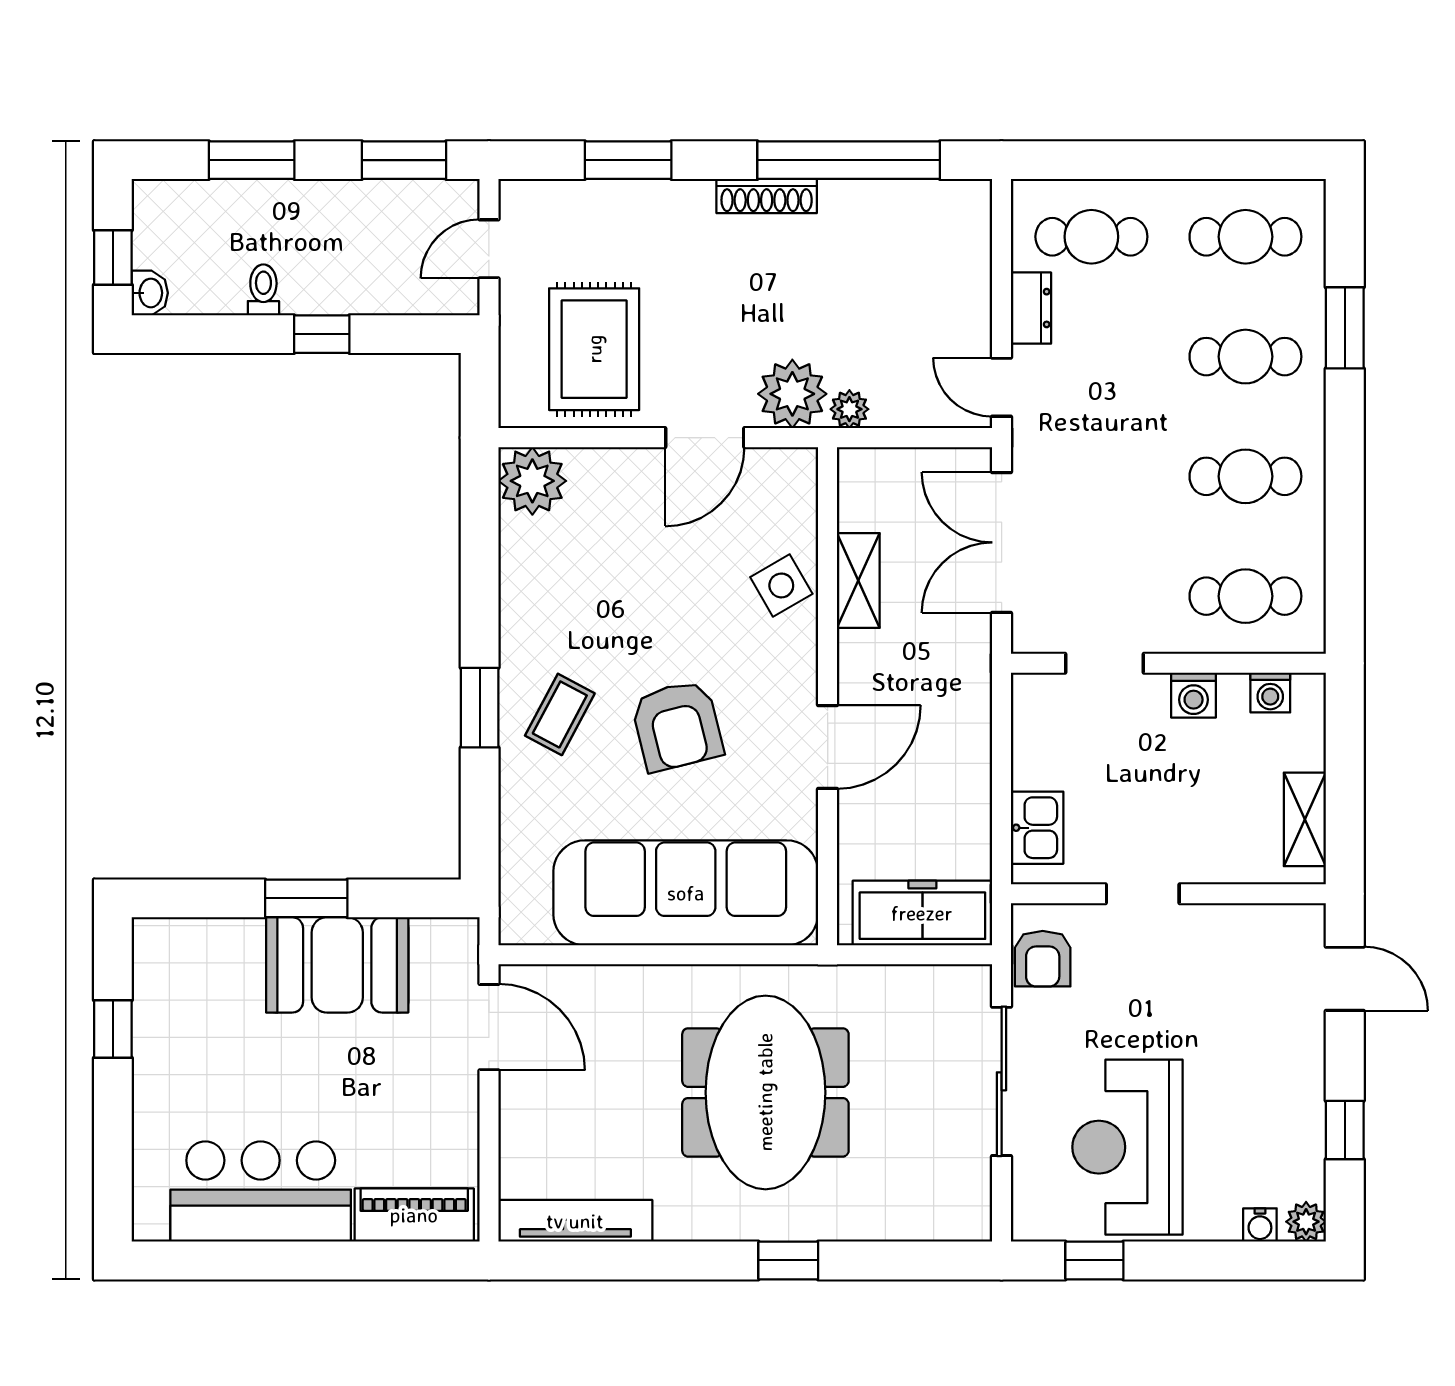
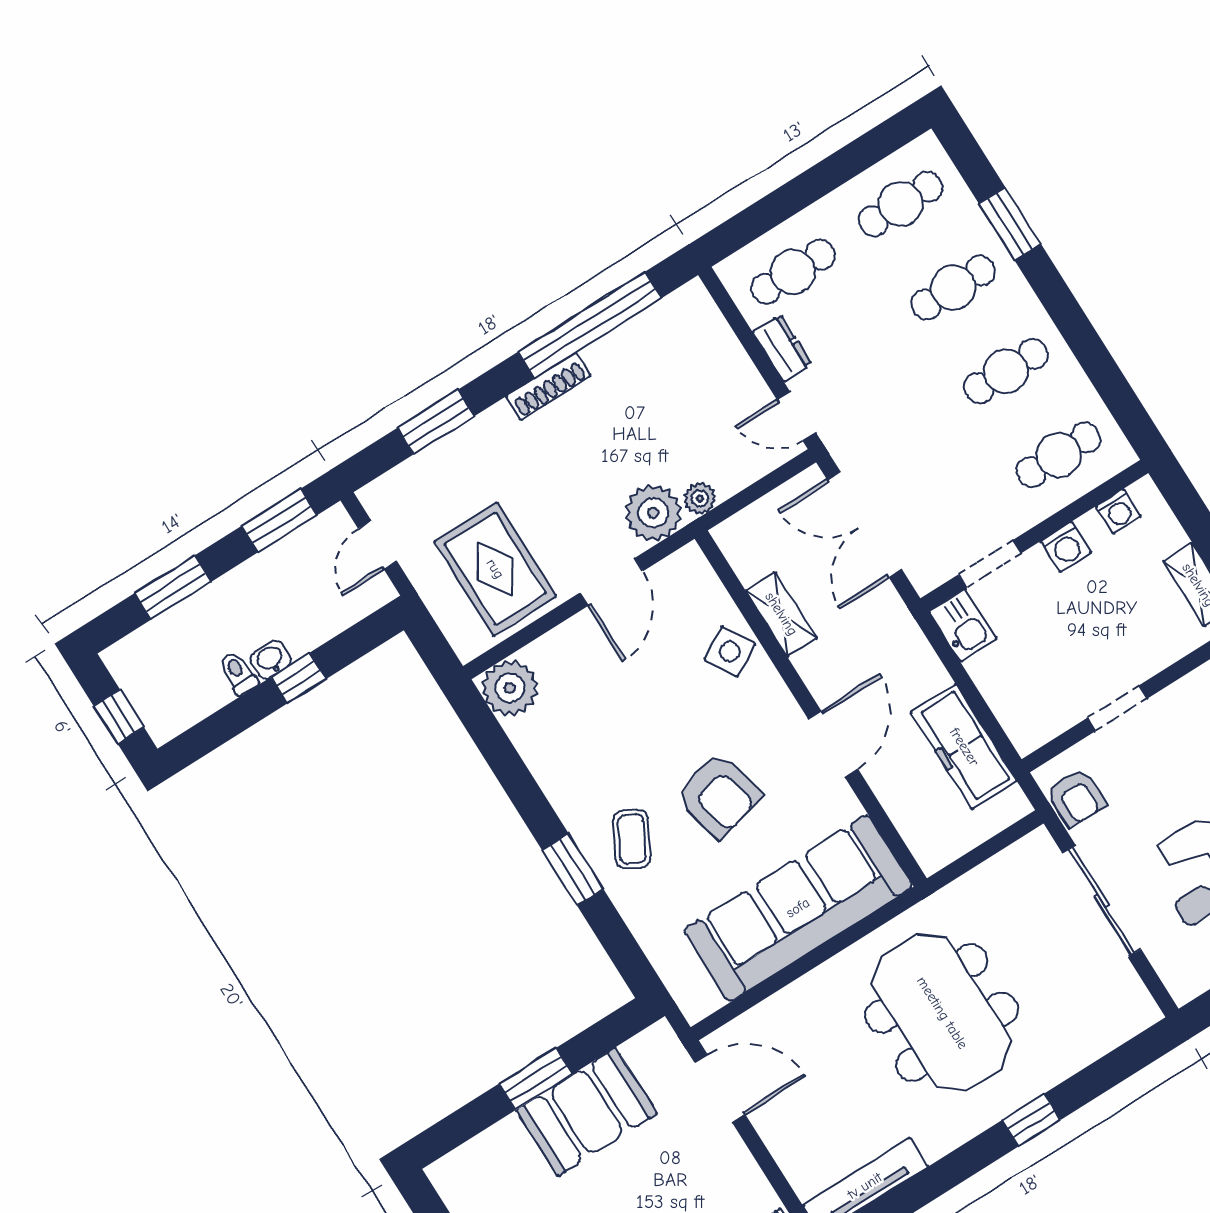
washbasin: (150, 293) -> (271, 660), moved, turned -90
kitchen sink: (1037, 828) -> (963, 625), moved
freezer: (922, 913) -> (964, 747), moved, turned -90

